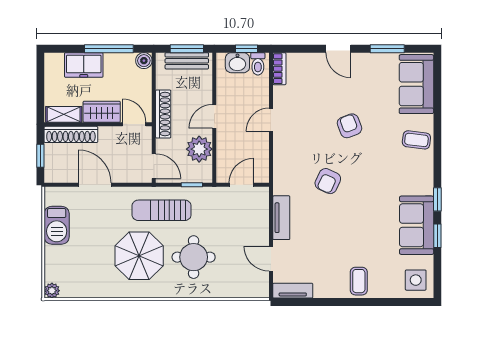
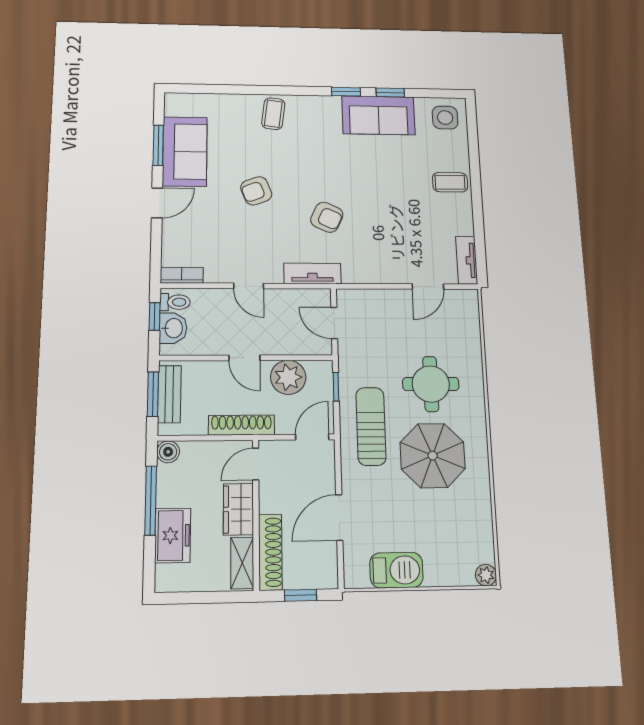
sofa: (416, 84) -> (185, 151), moved, turned -90
sun lounger: (162, 210) -> (371, 426), turned 180
tv unit: (281, 218) -> (312, 273), moved

